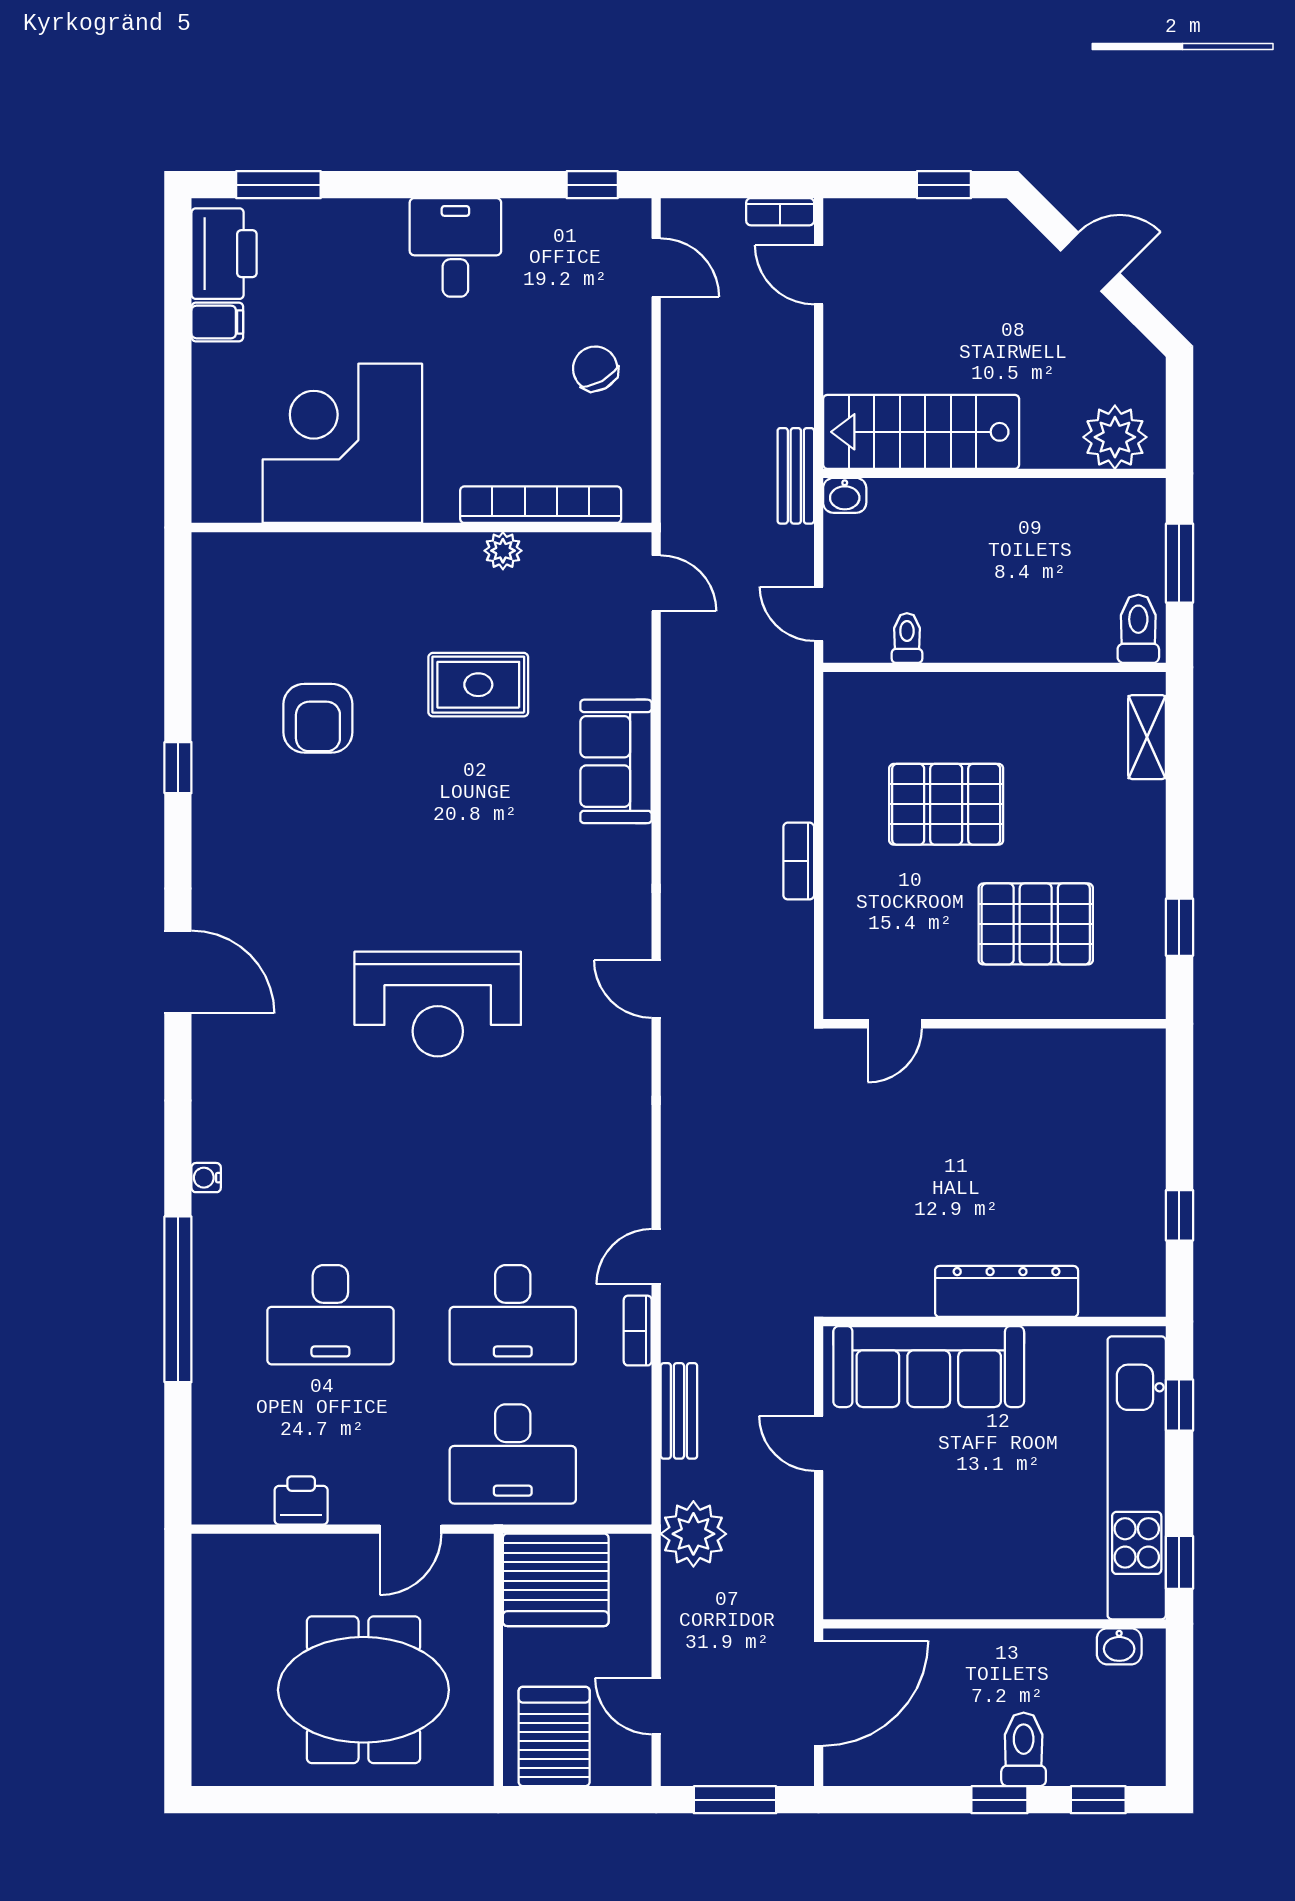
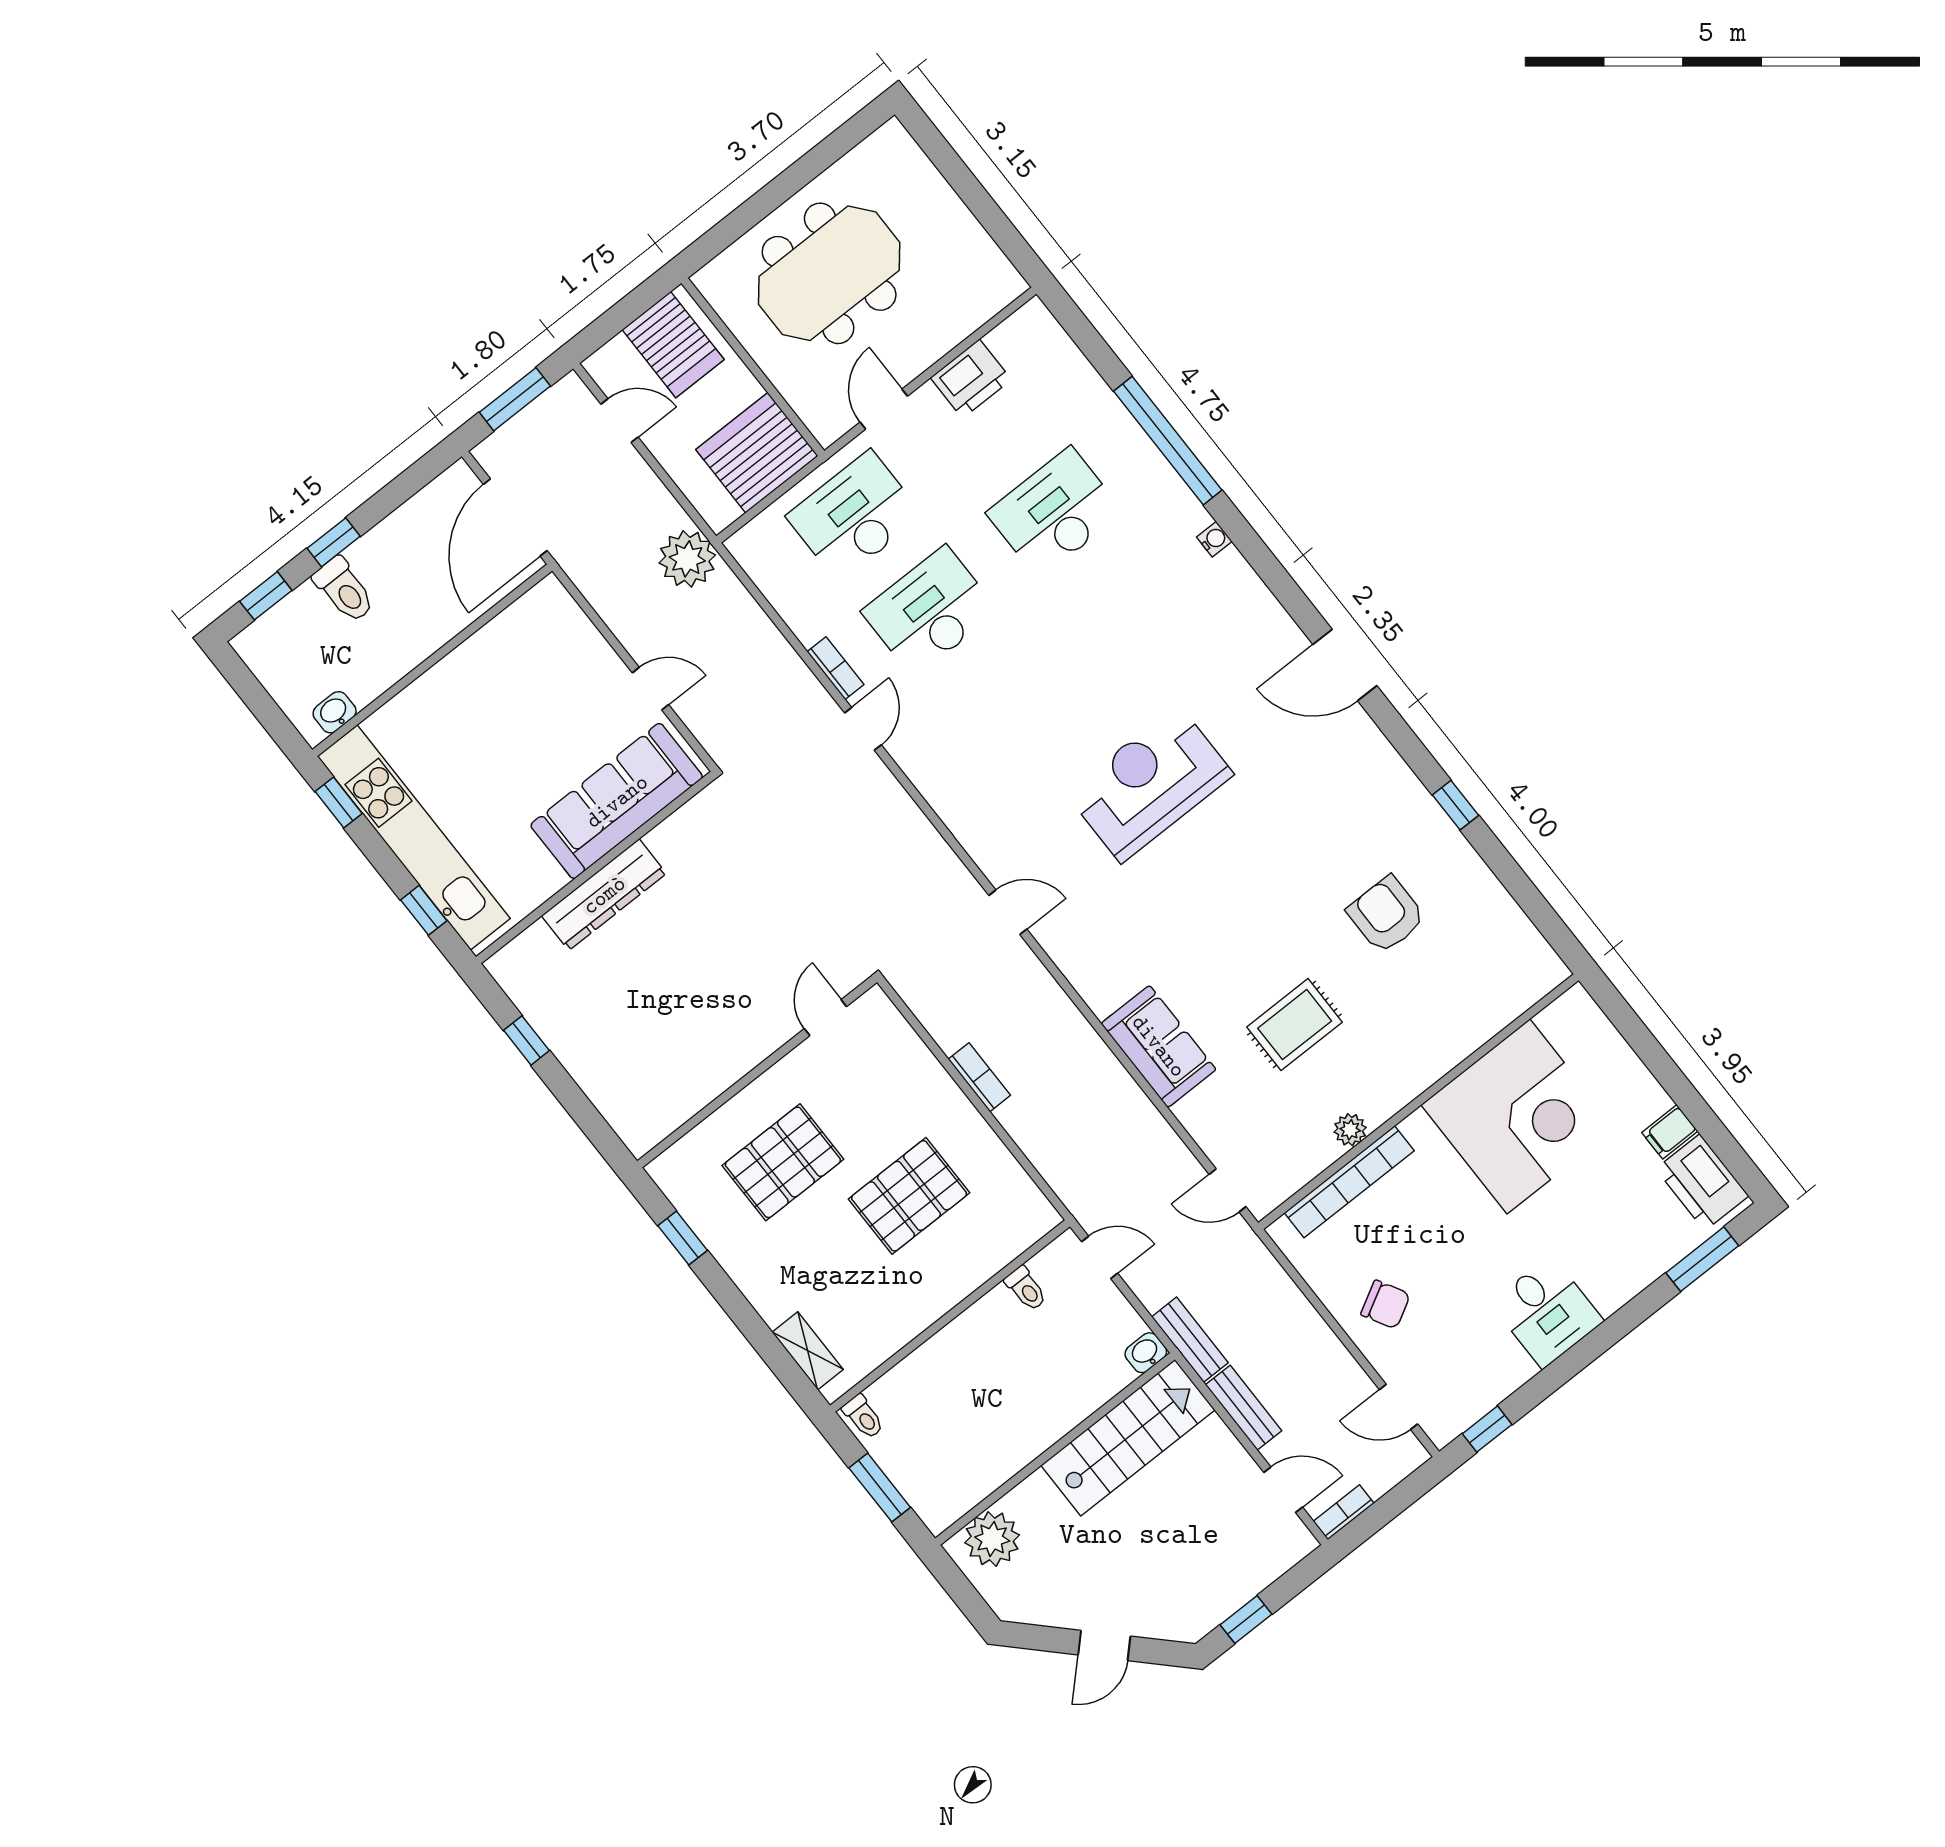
toilet: (1138, 629) -> (863, 1417), width x0.73, depth x0.72
bench: (679, 1411) -> (1244, 1408), moved
printer: (301, 1500) -> (971, 379), width x1.36, depth x1.24

